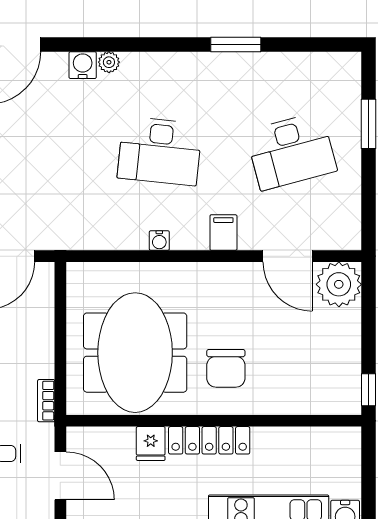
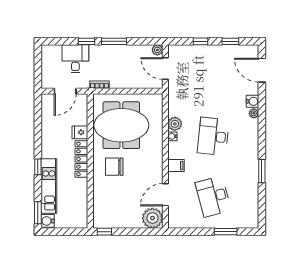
plant: (132, 235) -> (175, 124), added

